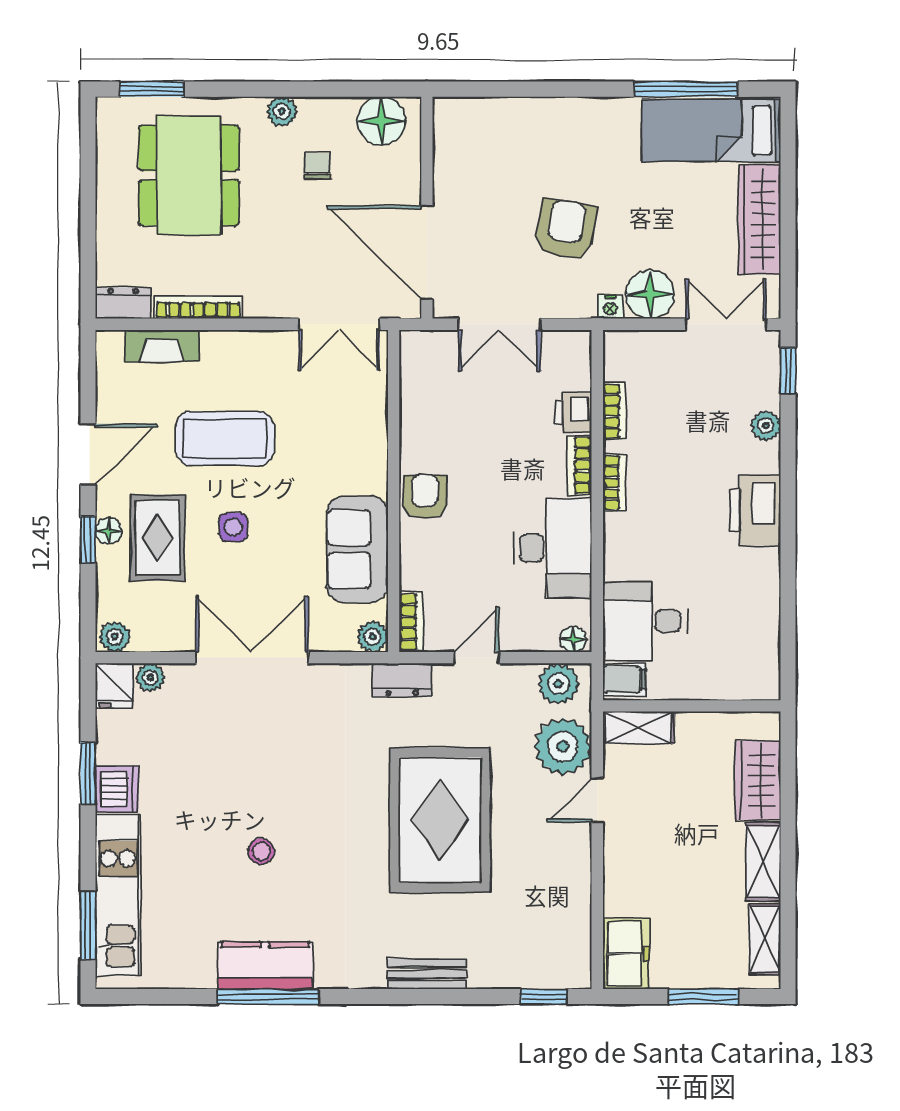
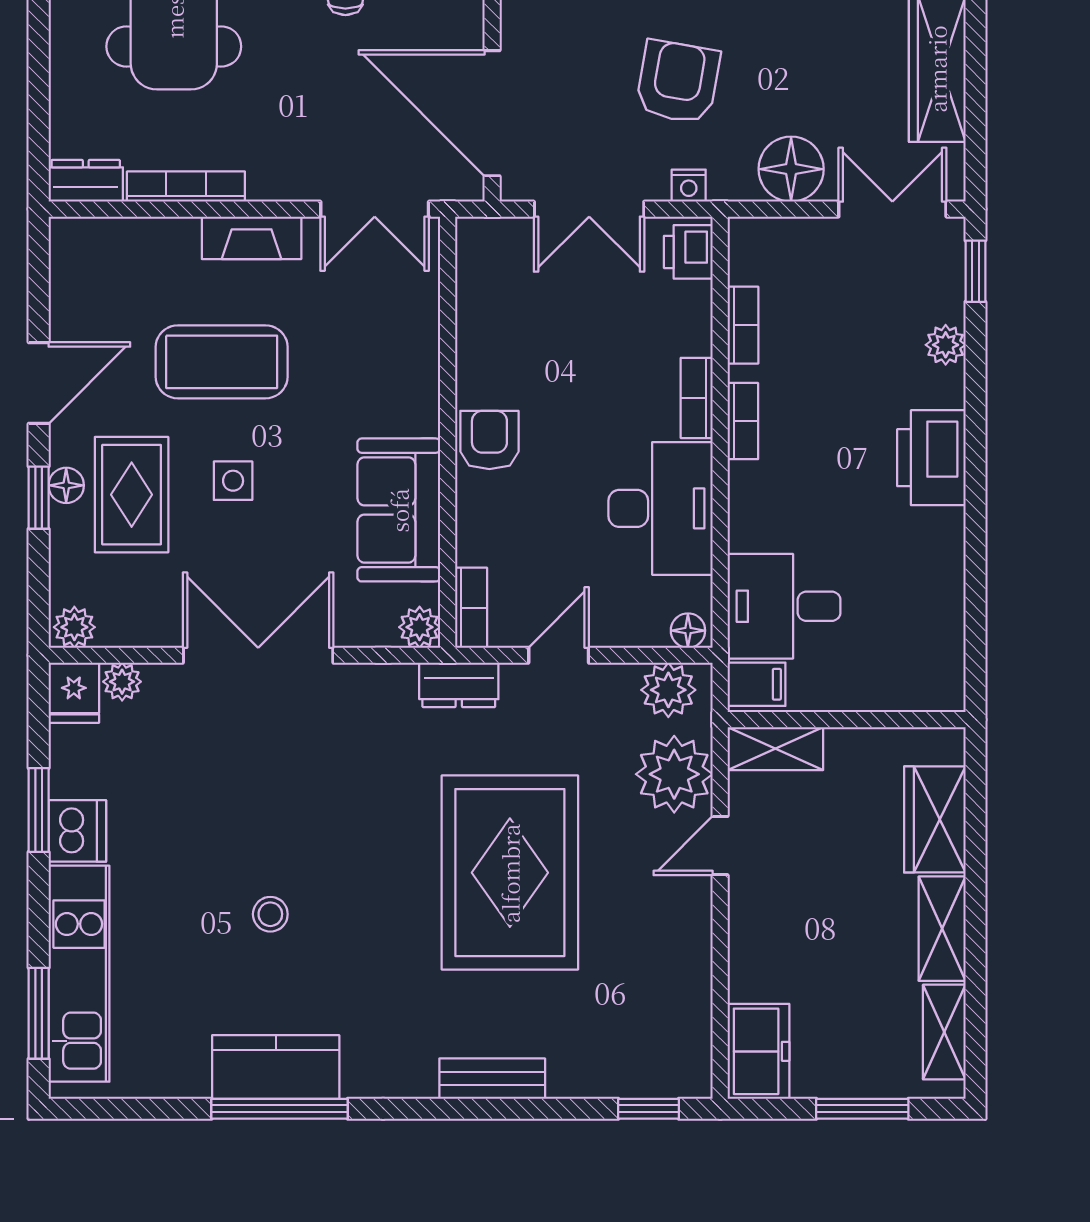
nightstand: (610, 307) -> (689, 186), moved
fireplace: (162, 346) -> (252, 238), moved
printer: (574, 412) -> (688, 252), moved

